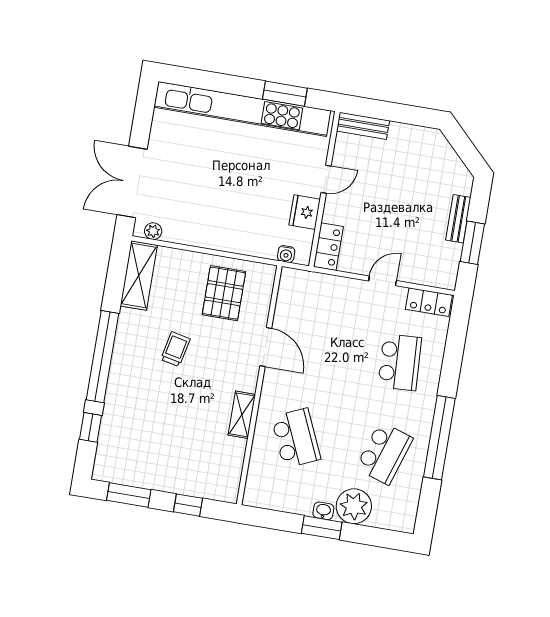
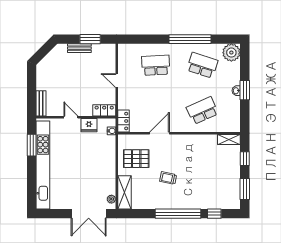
shelving: (139, 276) -> (125, 192), moved, turned 90
locker: (429, 302) -> (123, 121), moved
shelving: (242, 415) -> (229, 139), moved
plant: (354, 506) -> (231, 53), moved

